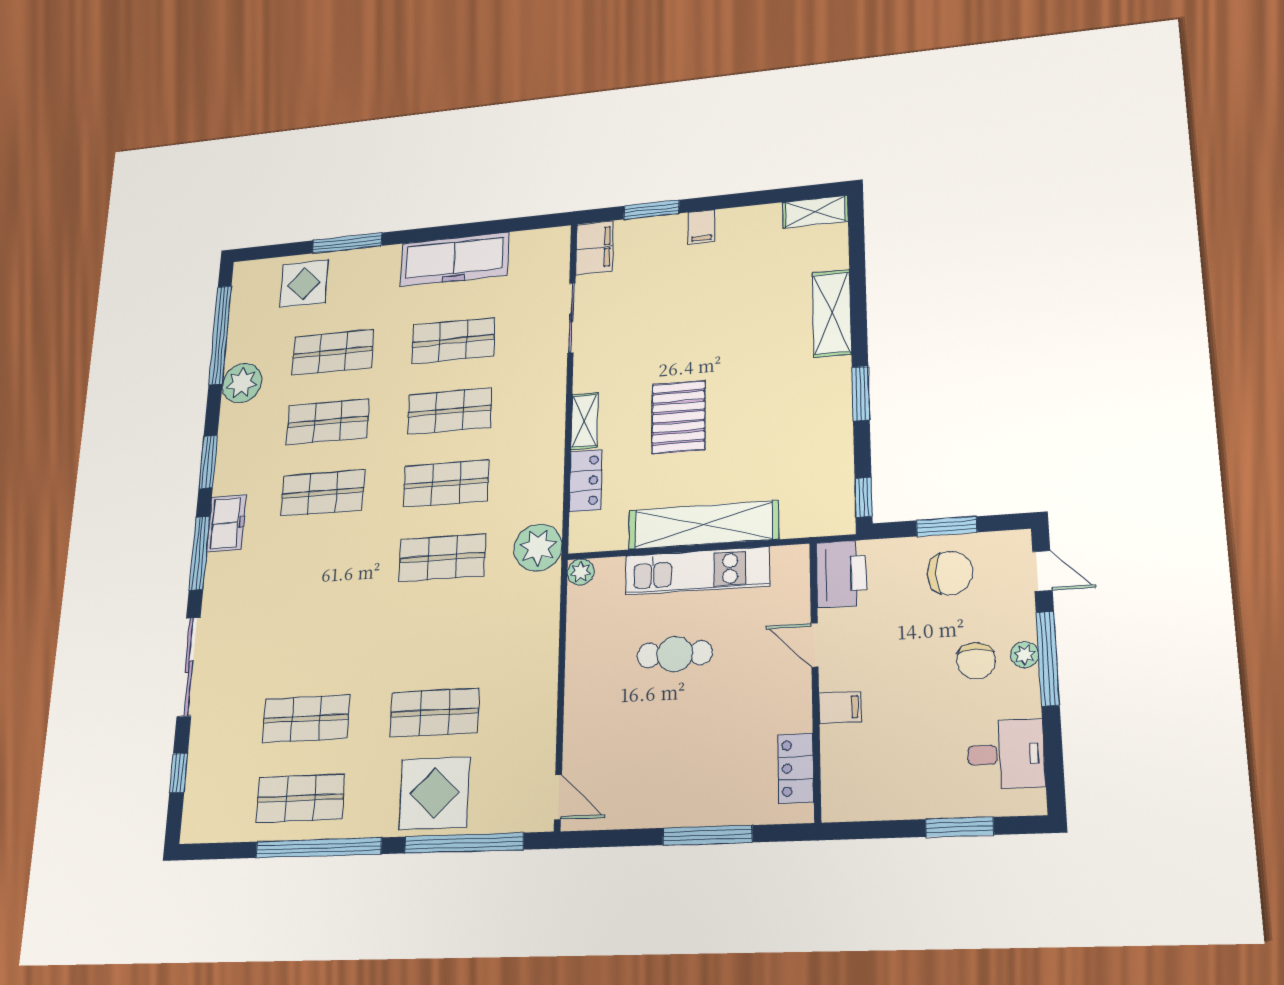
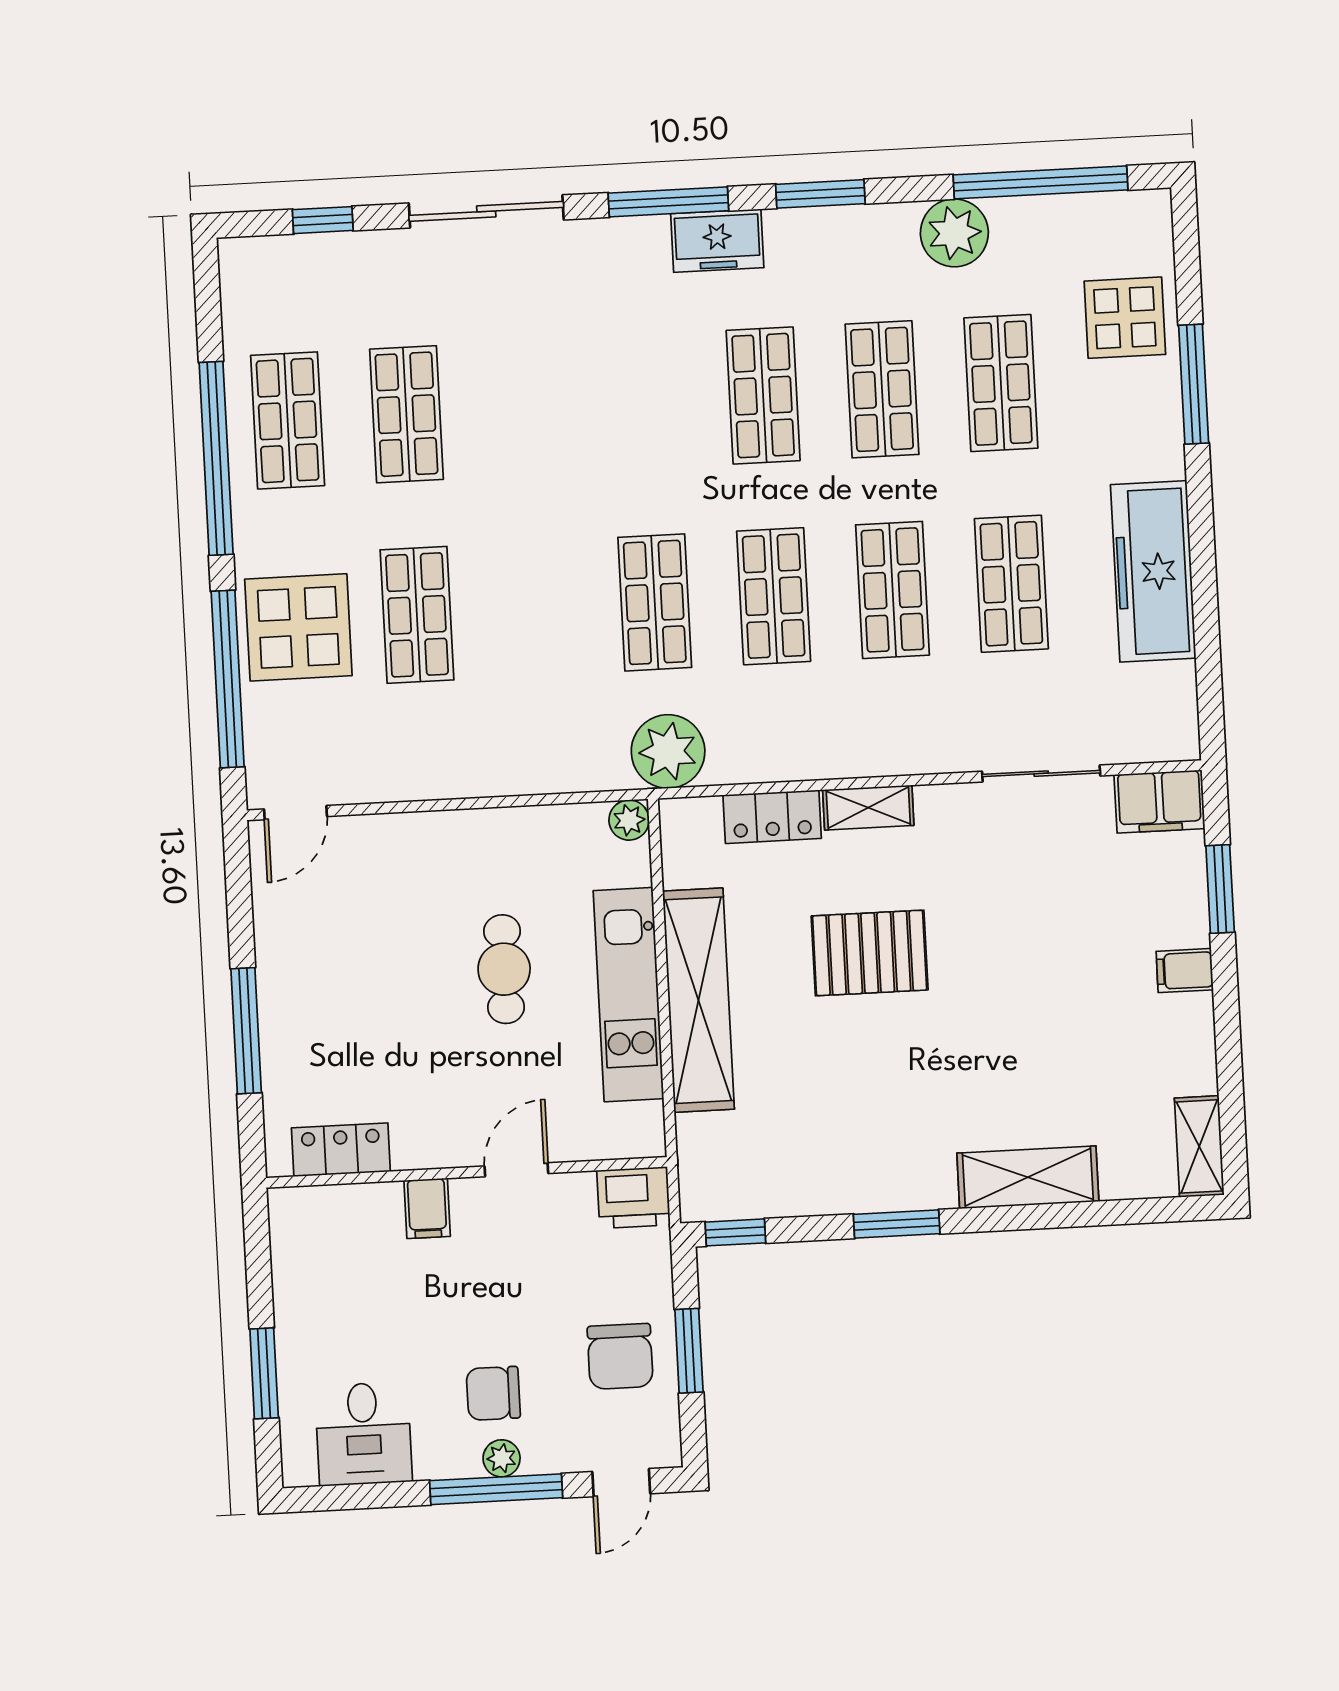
printer: (841, 574) -> (634, 1198), width x0.73, depth x0.84

